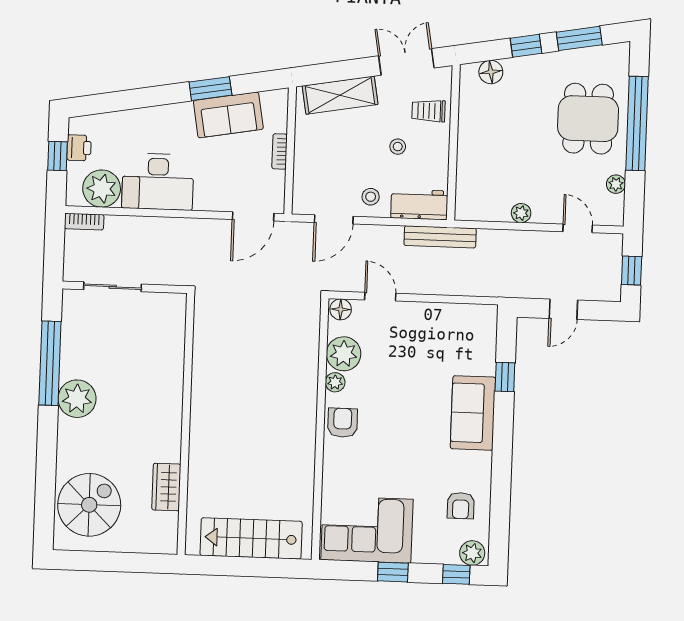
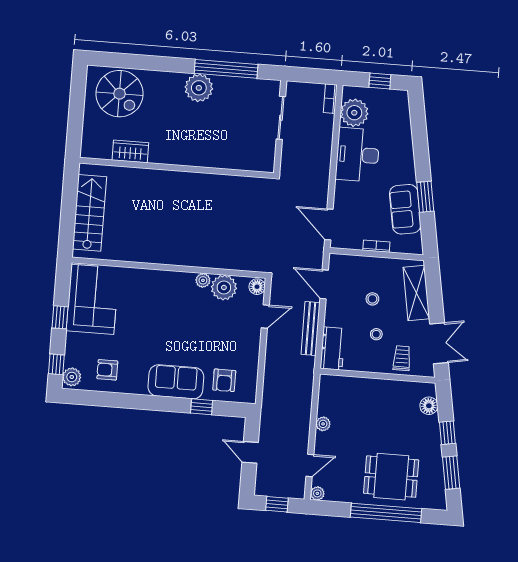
printer: (79, 148) -> (385, 97), removed
plant: (616, 184) -> (317, 493), moved
stool: (371, 197) -> (372, 299), moved
bench: (440, 237) -> (311, 328), moved
armchair: (343, 423) -> (224, 380), moved, turned 90

